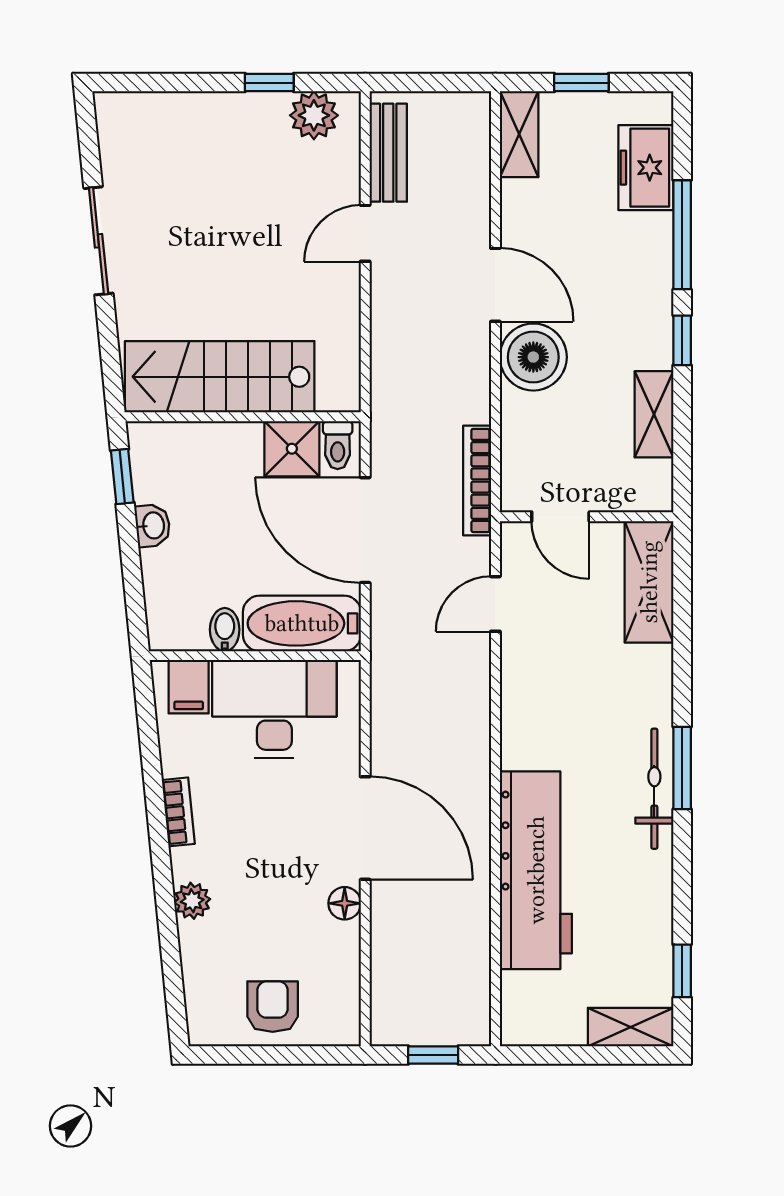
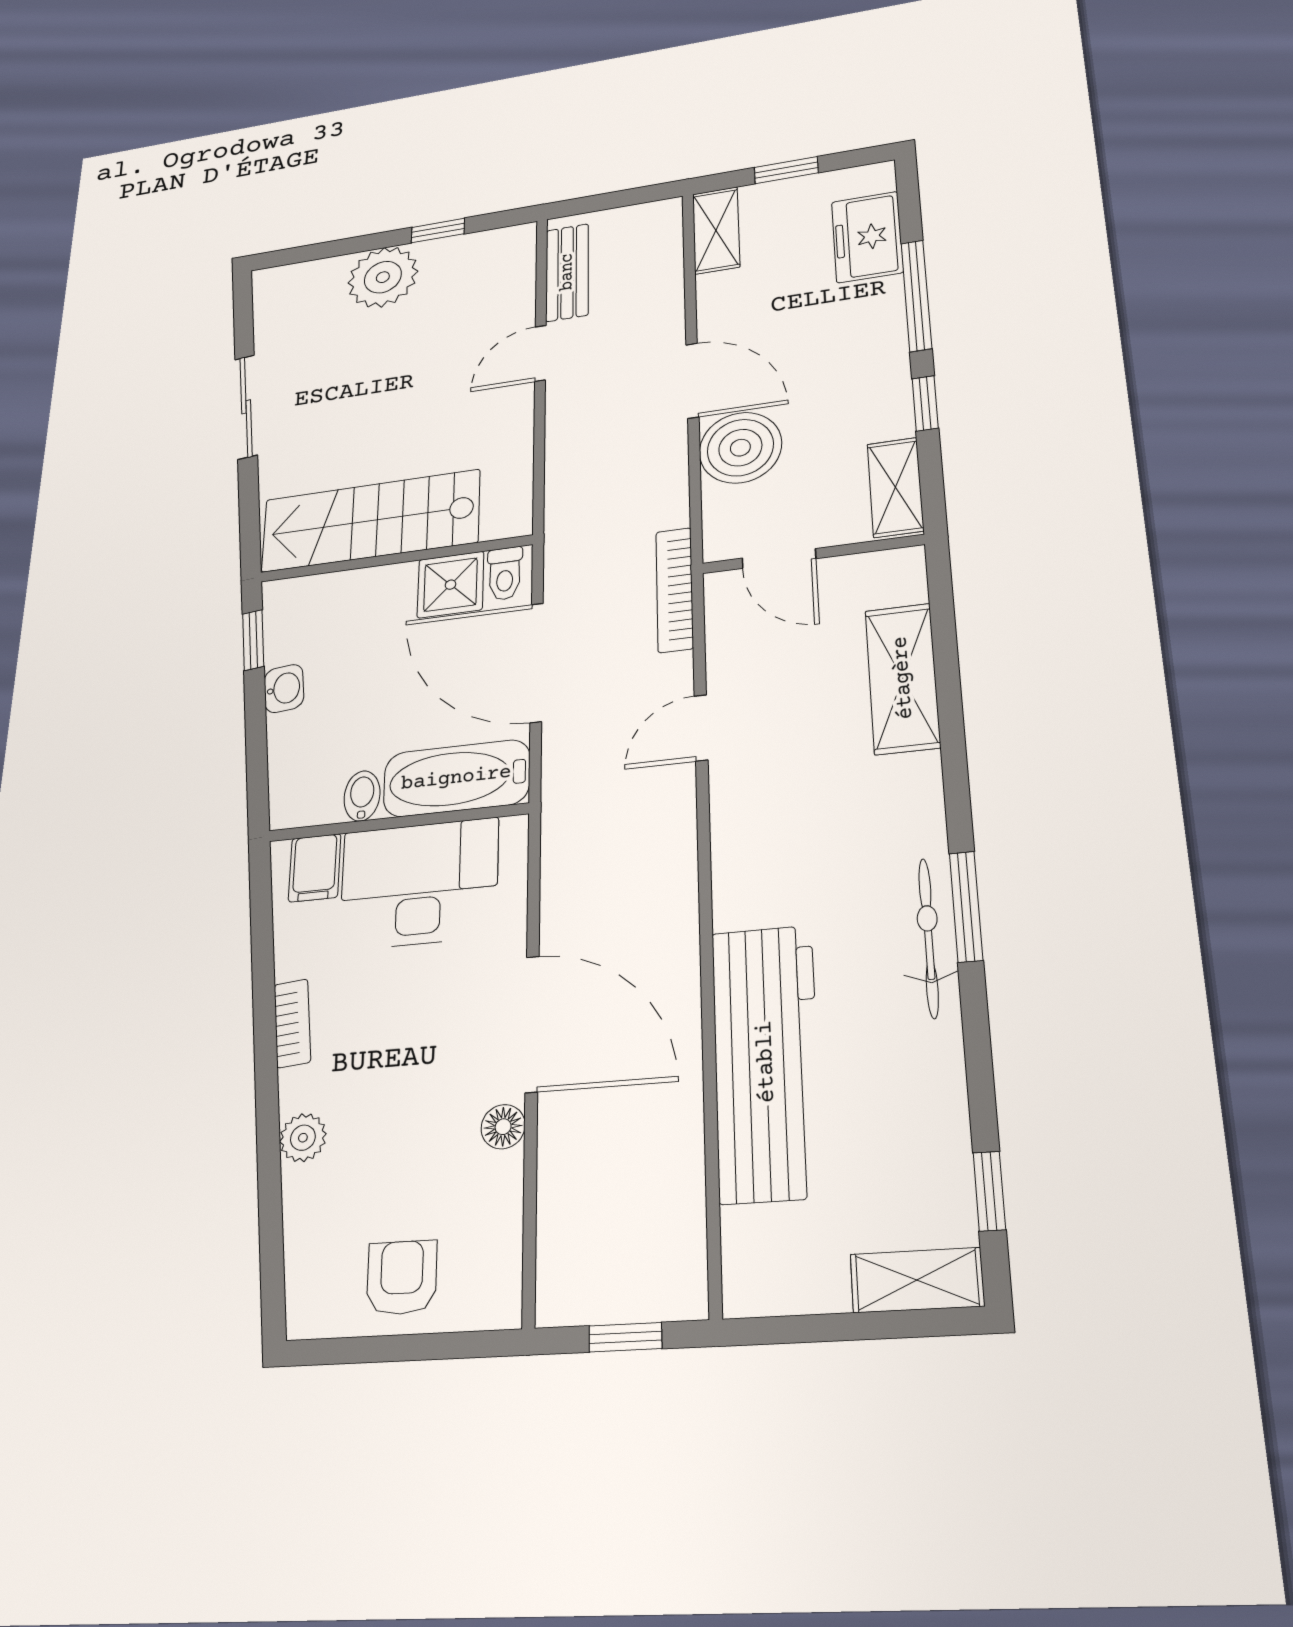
plant: (314, 115) -> (383, 277), moved, width x1.36, depth x1.36
door: (560, 517) -> (779, 558), moved
wall: (587, 517) -> (812, 554), moved

